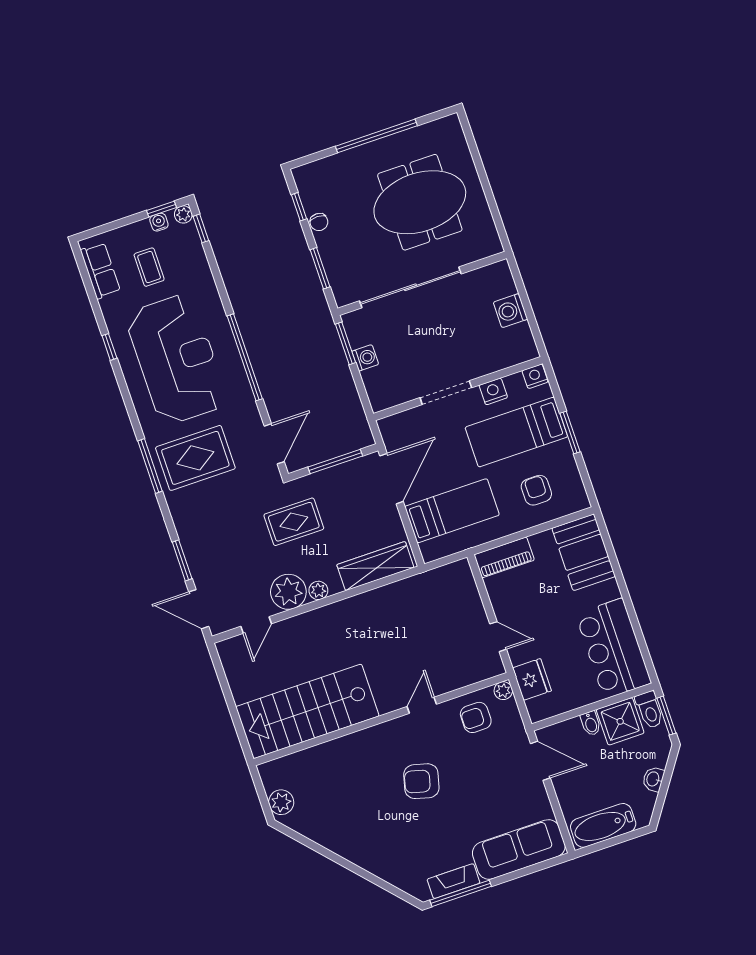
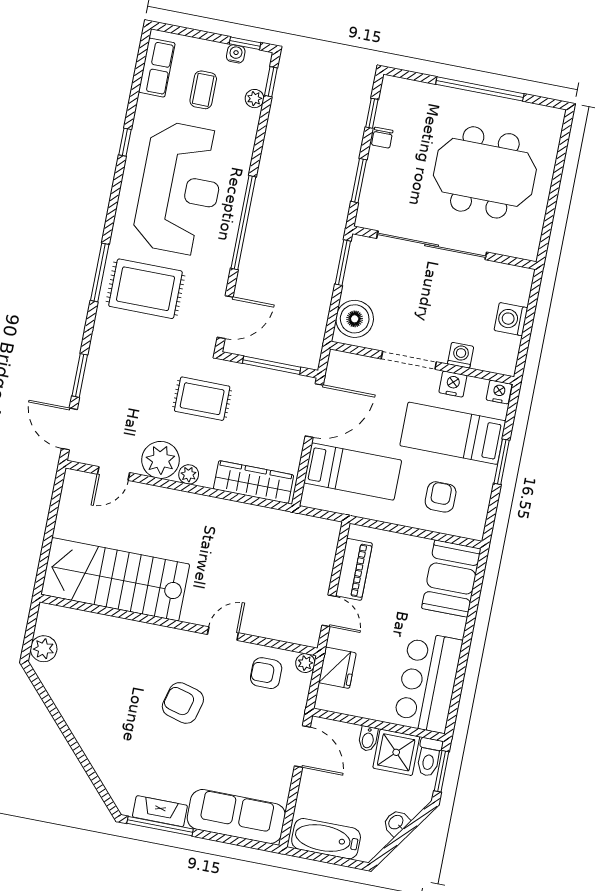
plant: (183, 214) -> (255, 99), moved
washing machine: (365, 358) -> (461, 355), moved, turned -90
boiler: (382, 384) -> (355, 319), added
piano: (504, 557) -> (354, 569), moved, turned -90

